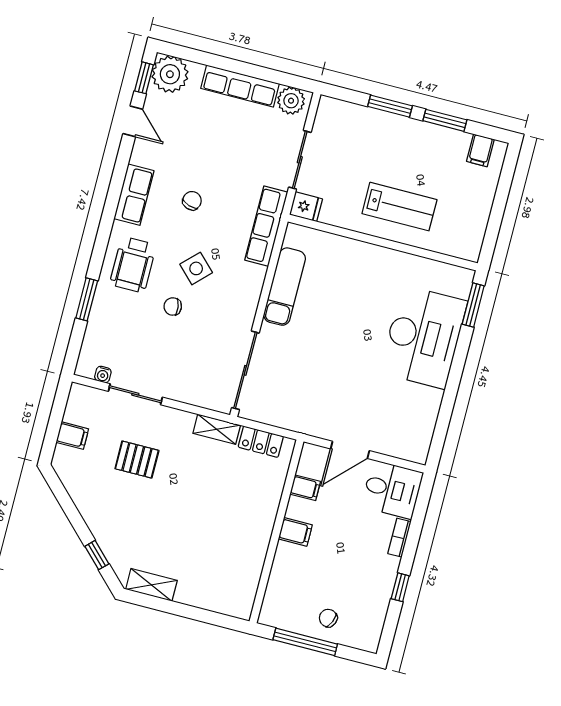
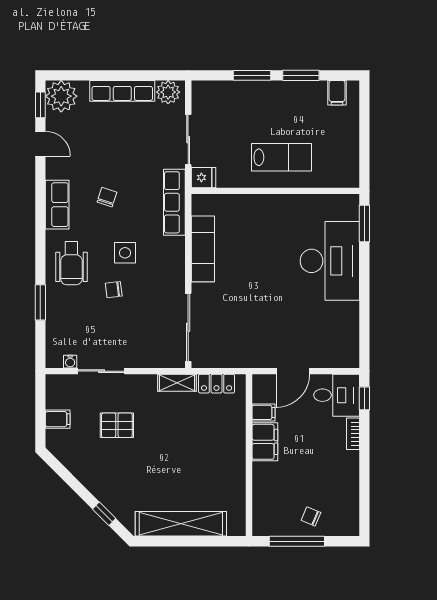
side table: (196, 268) -> (125, 253), turned 45
filing cabinet: (295, 532) -> (265, 442), width x2.00
shelving: (151, 585) -> (181, 524), width x2.20, depth x1.33
window: (400, 587) -> (364, 398), moved

